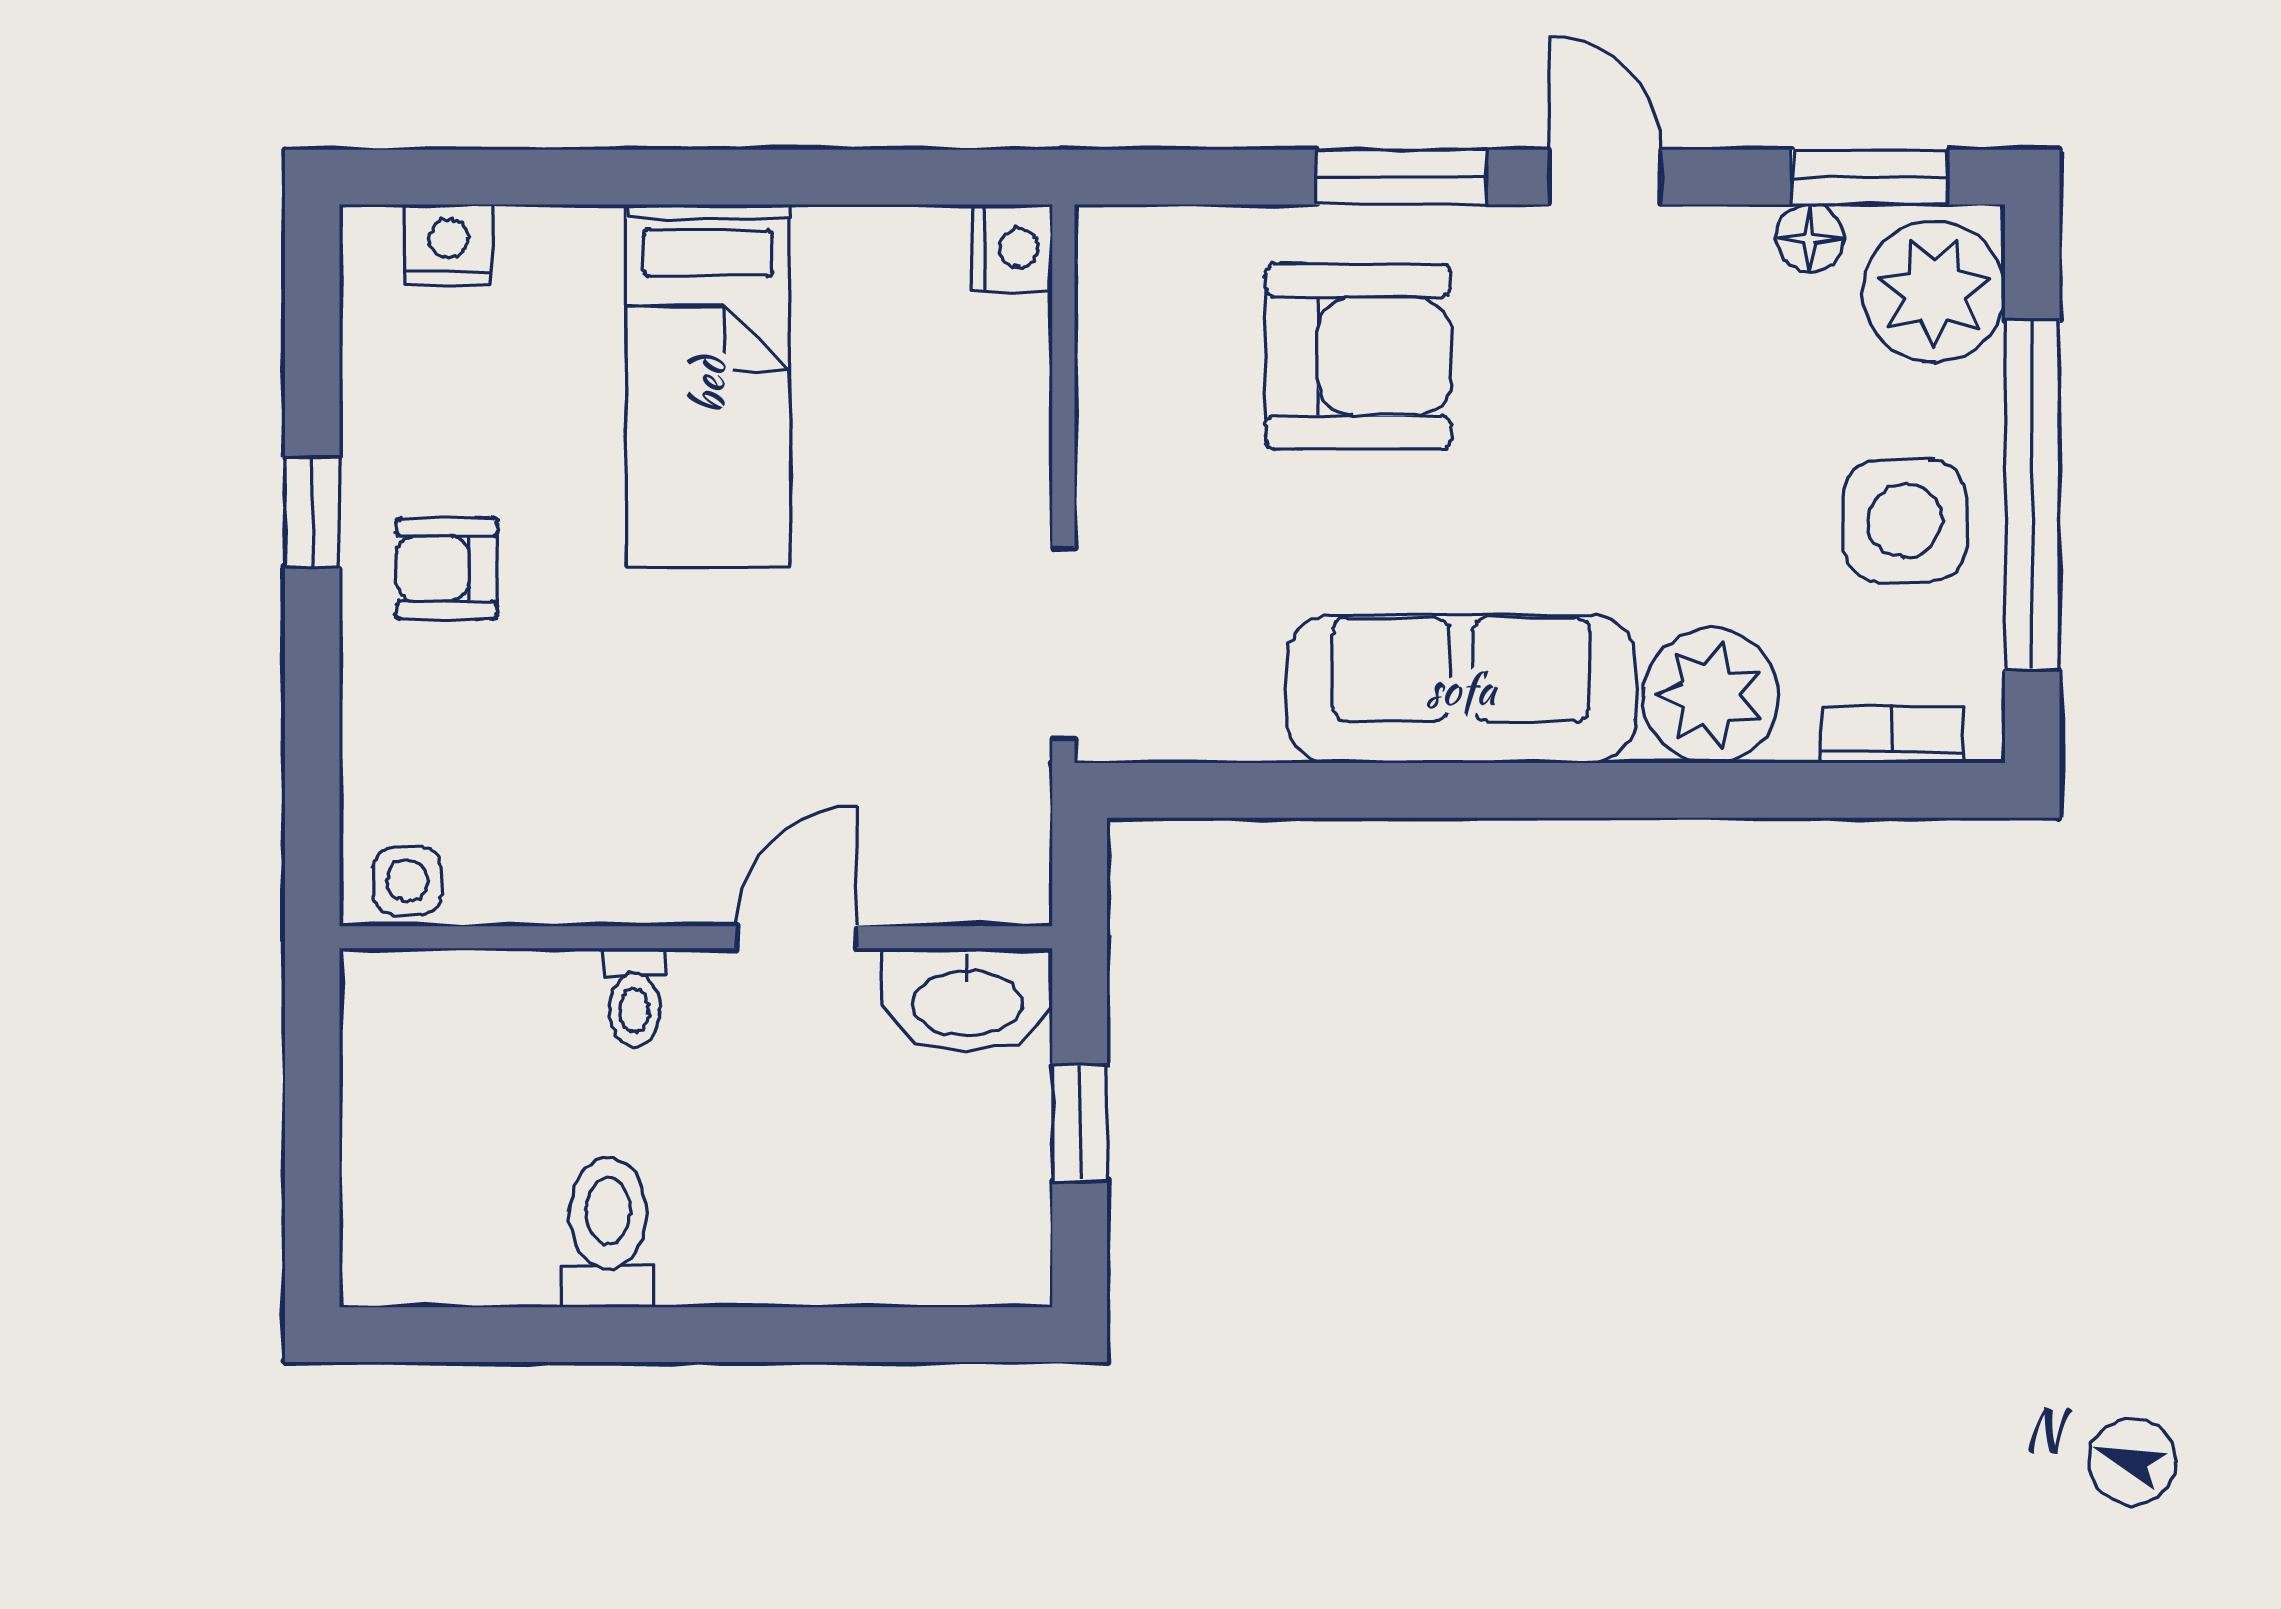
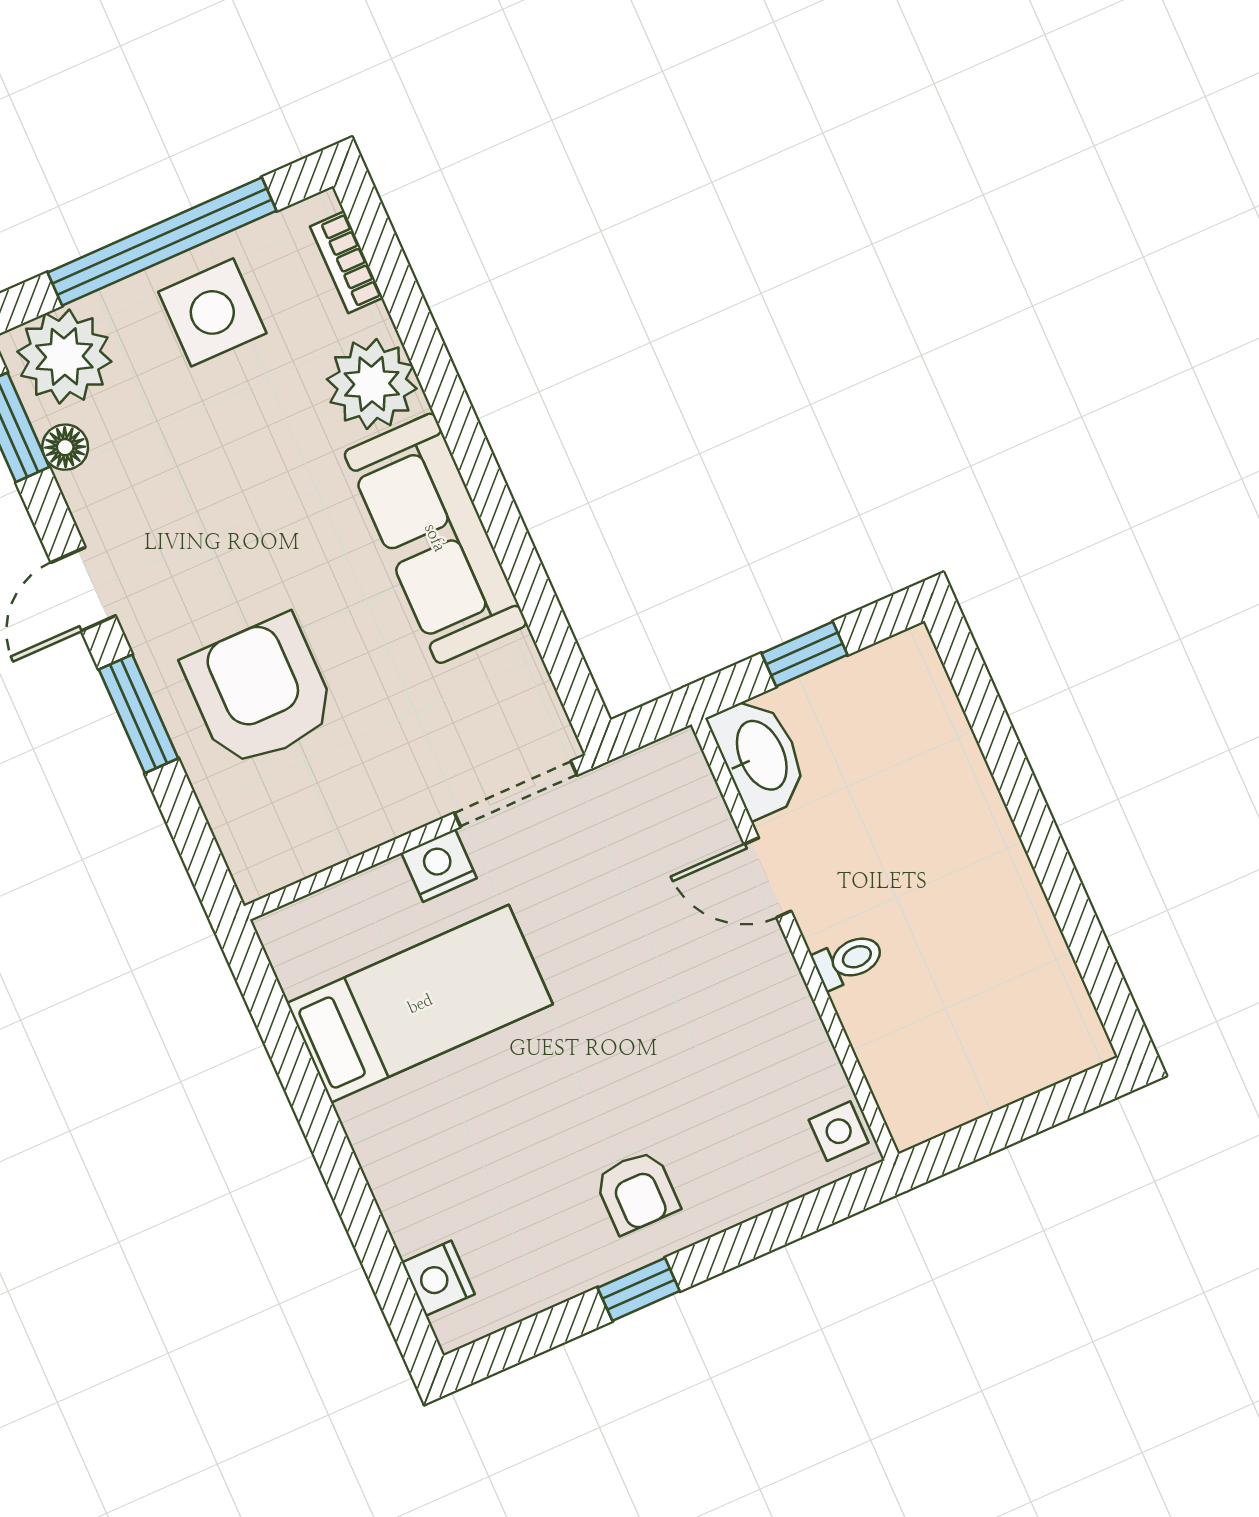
nightstand: (1012, 248) -> (439, 866), moved
bed: (708, 386) -> (420, 1004), moved
toilet: (608, 1232) -> (999, 913), removed

